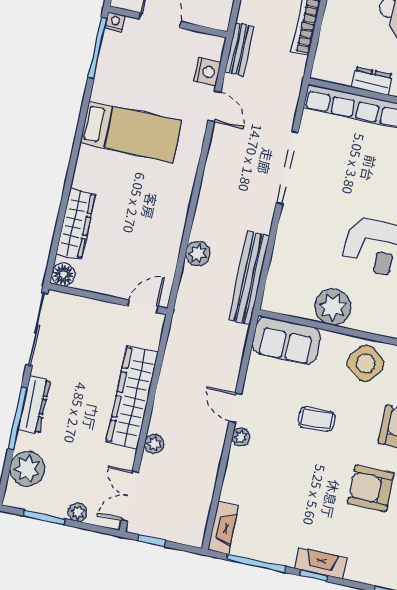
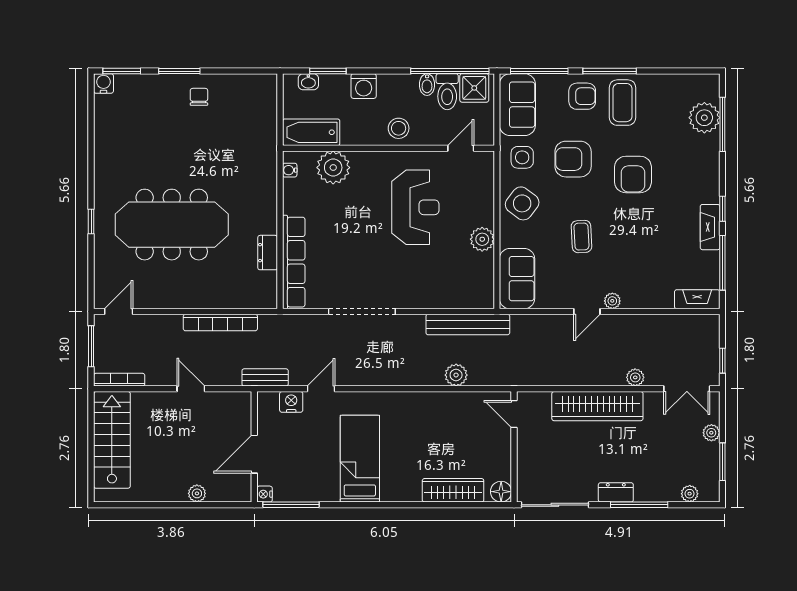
plant: (333, 307) -> (482, 239), width x0.73, depth x0.73
dresser: (34, 405) -> (616, 492), width x0.70
plant: (27, 469) -> (690, 494), width x0.53, depth x0.53
fireplace: (321, 563) -> (710, 227), moved

